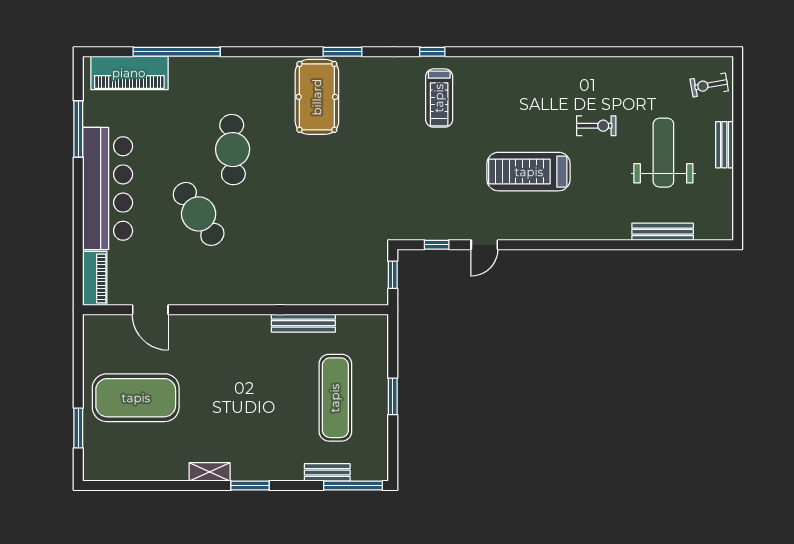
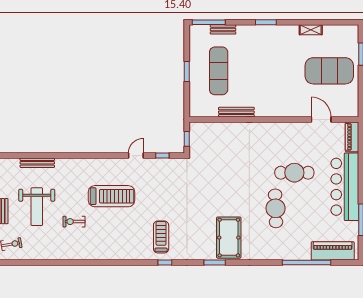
cafe table: (199, 214) -> (294, 173), turned -56
shelving: (210, 472) -> (311, 30), moved

